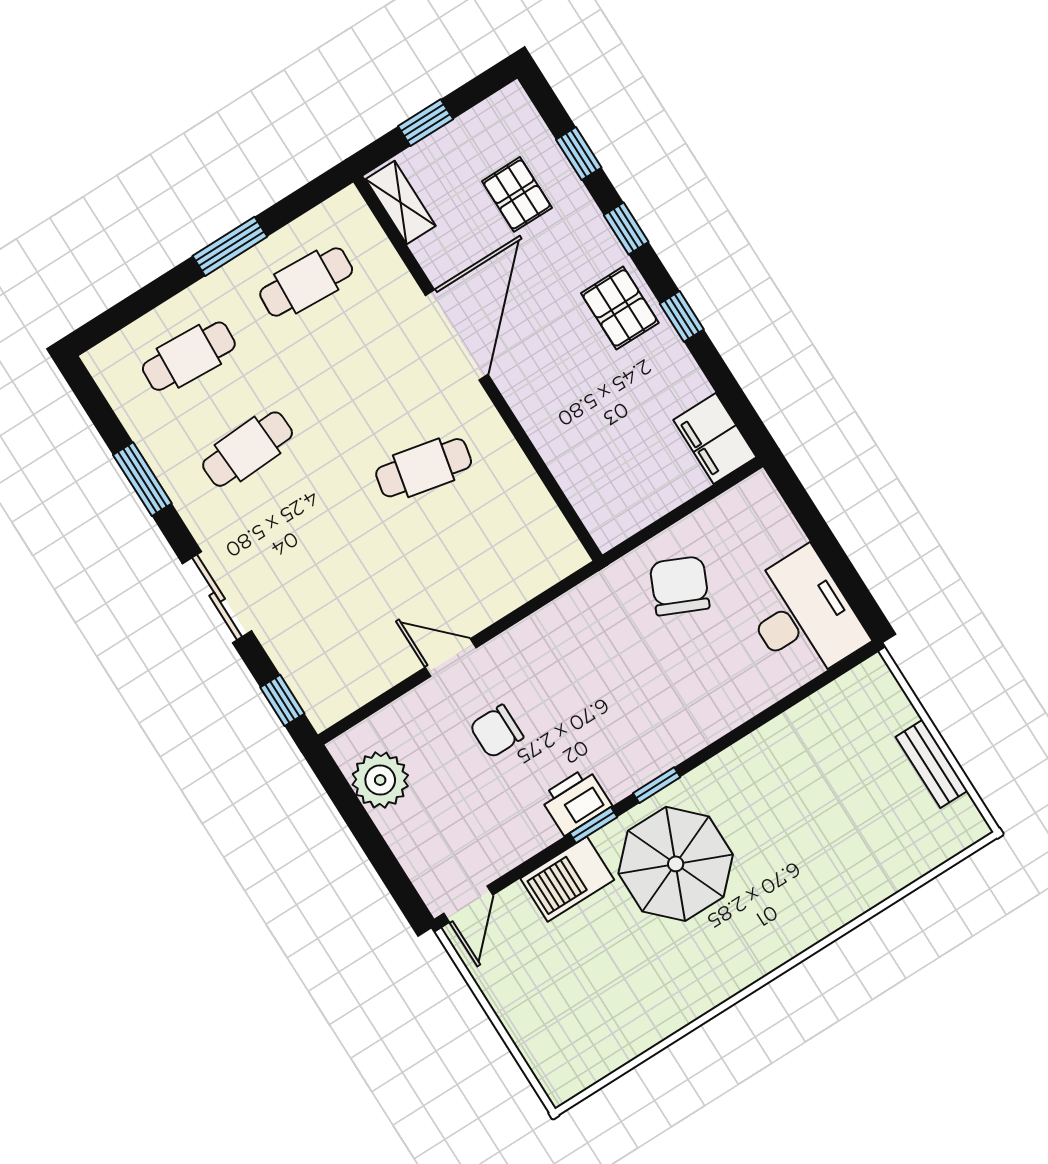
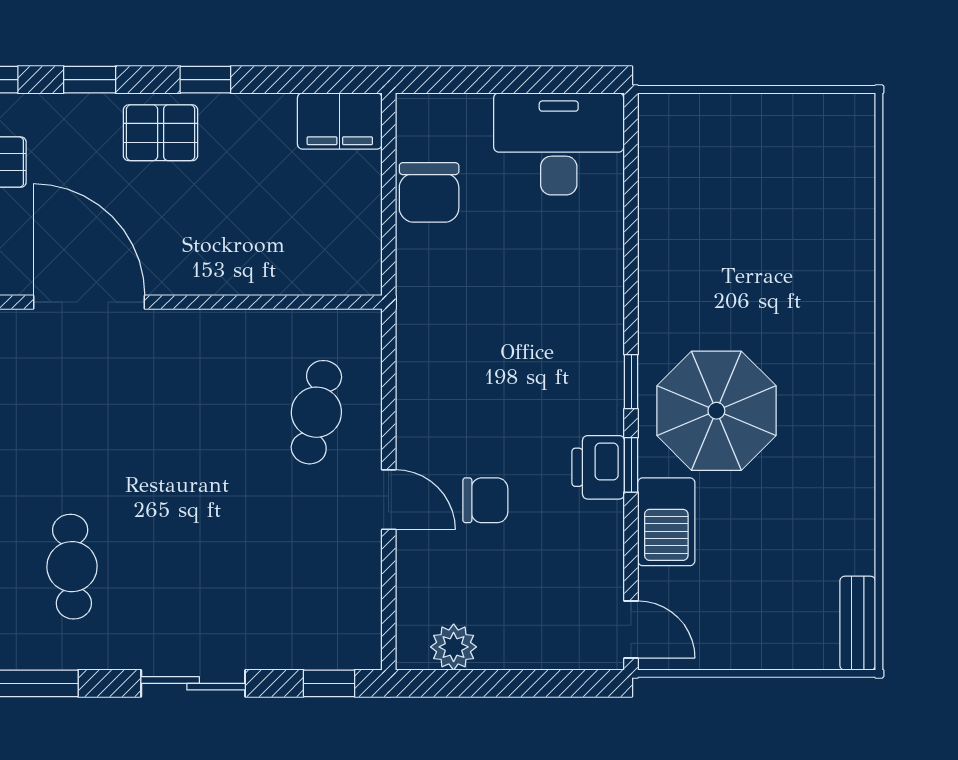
cafe table: (424, 468) -> (316, 412), moved
chair: (680, 586) -> (429, 192), moved, turned -114
door: (451, 658) -> (389, 500), swing flipped
chair: (497, 731) -> (485, 500), turned -90
bench: (931, 764) -> (858, 623), moved, turned 90
plant: (380, 780) -> (454, 647), width x0.73, depth x0.73

